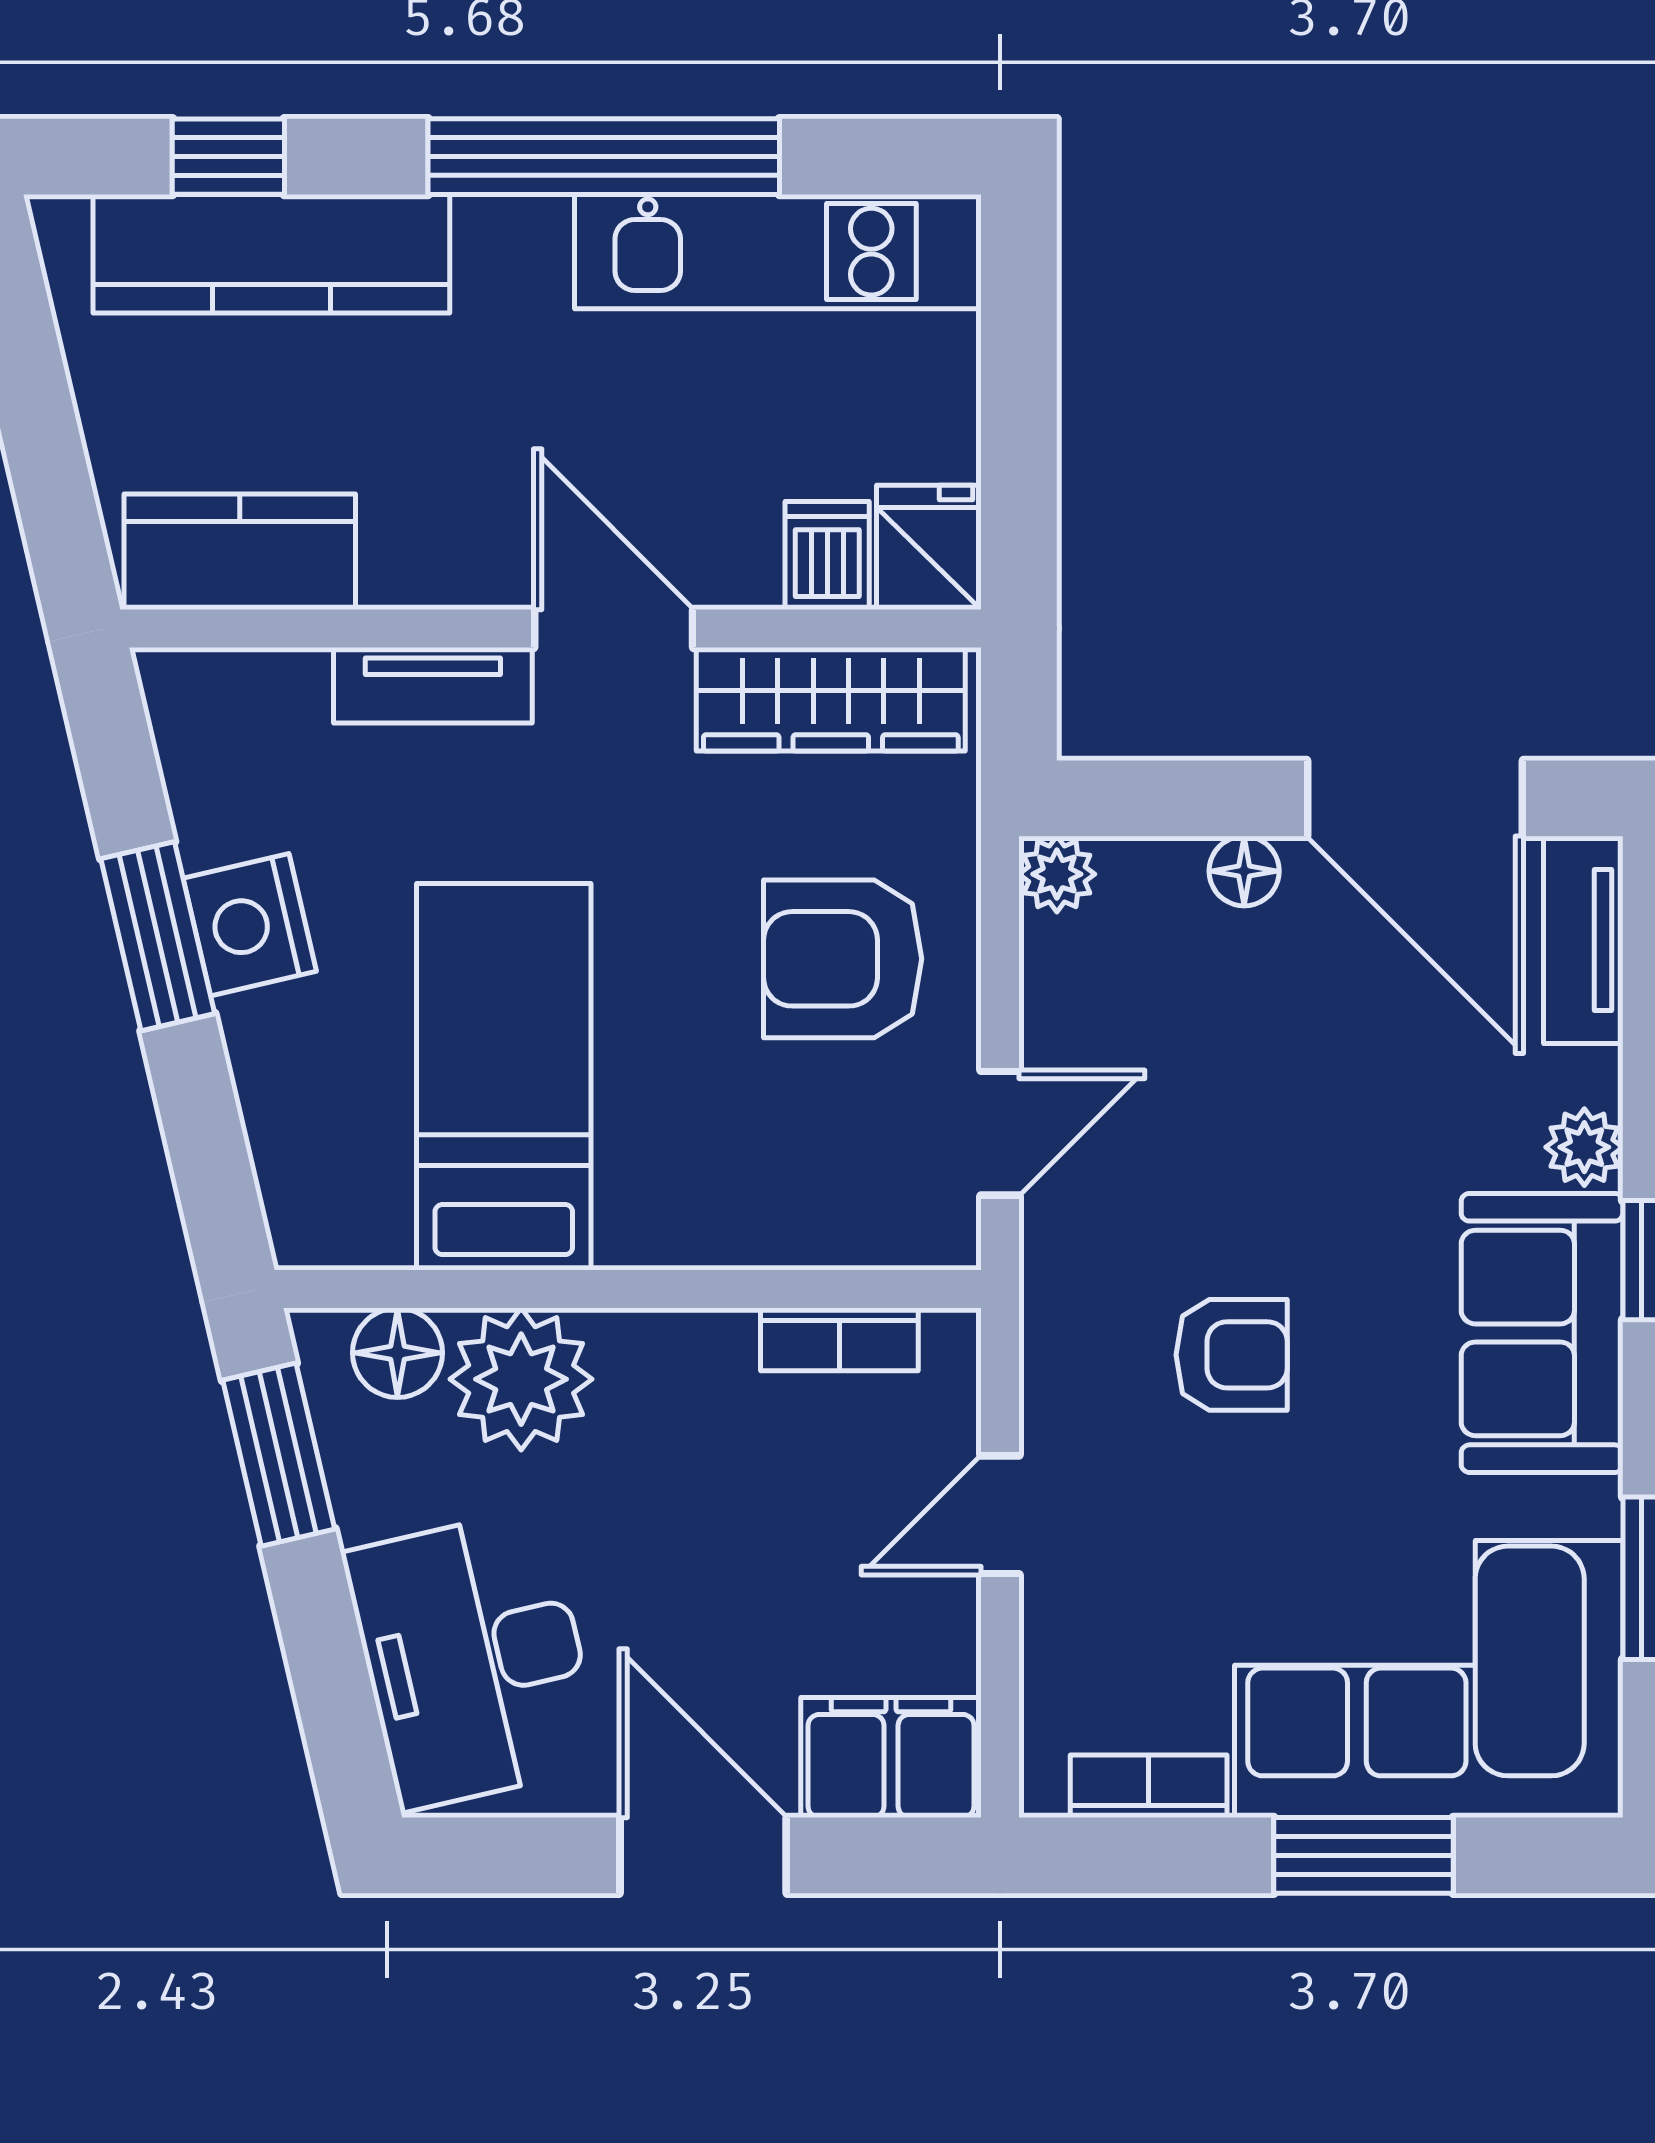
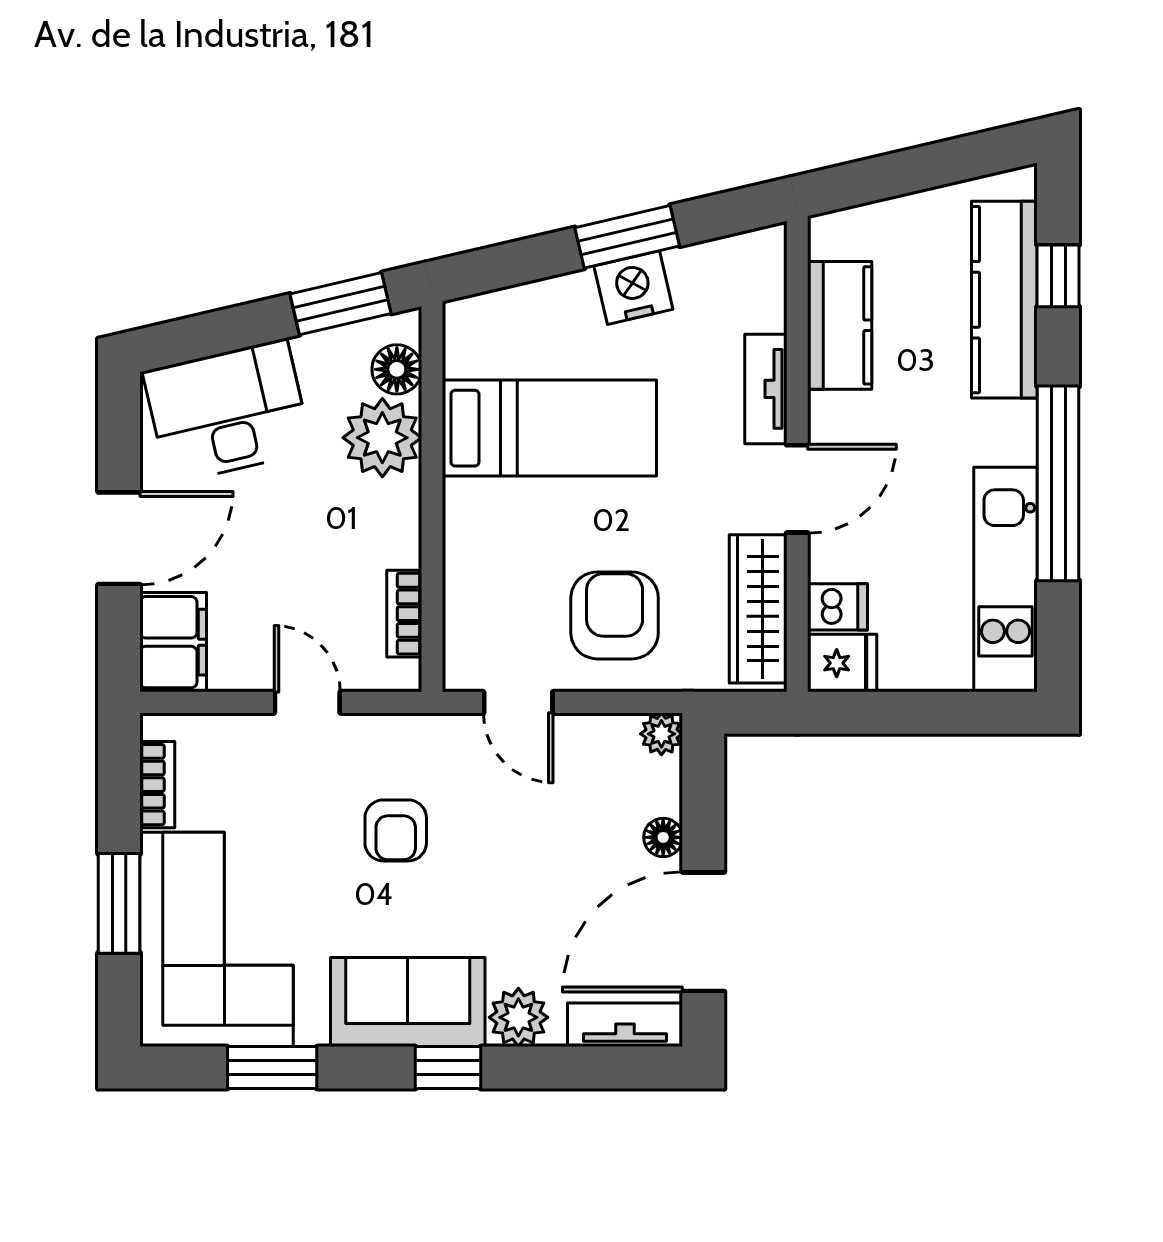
kitchen counter: (240, 552) -> (840, 325), moved
plant: (1584, 1147) -> (518, 1017), width x1.38, depth x1.38

